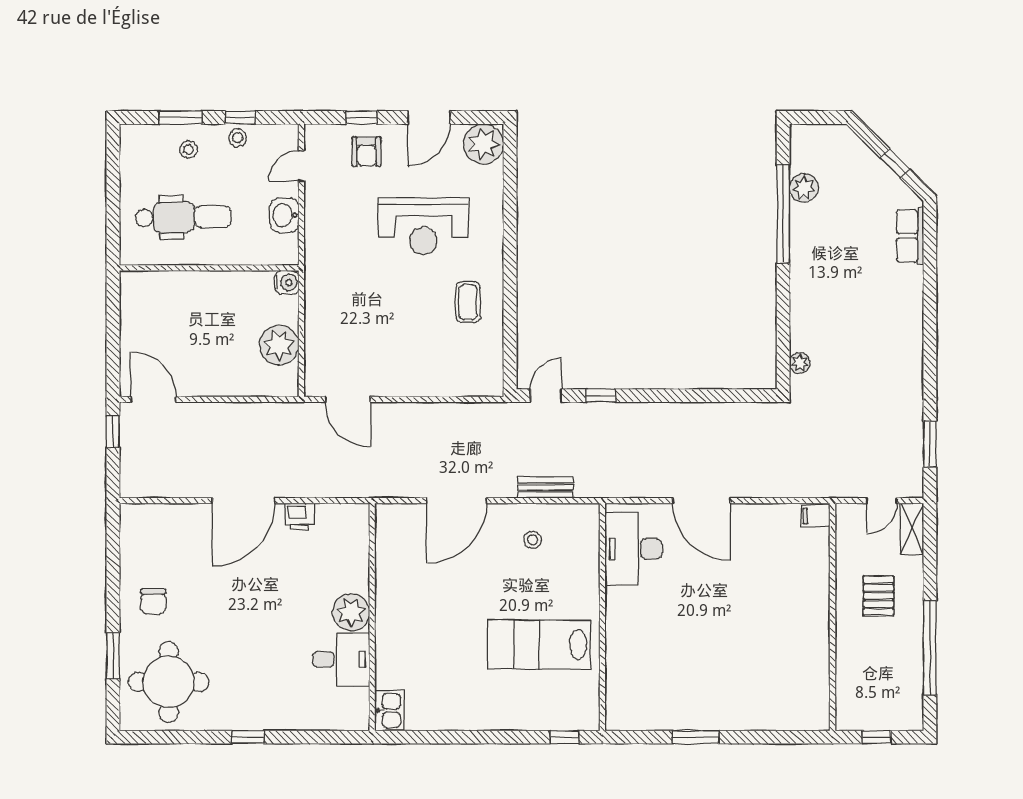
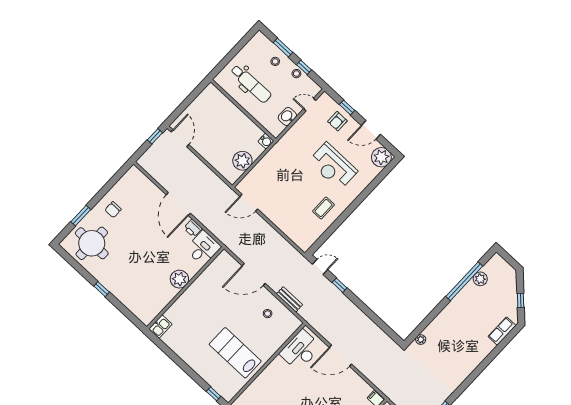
door: (348, 399) -> (249, 203), hinge flipped
door: (244, 501) -> (178, 204), hinge flipped
door: (702, 501) -> (340, 356), hinge flipped
desk: (341, 659) -> (203, 248), moved, turned -90

